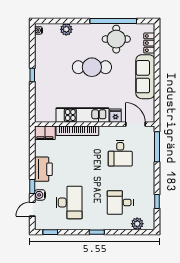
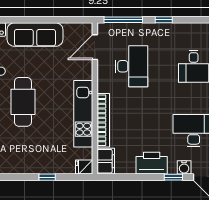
window: (32, 75) -> (47, 177), moved
fridge: (116, 116) -> (84, 167), moved
desk: (120, 153) -> (132, 66), width x1.37
window: (157, 201) -> (164, 20), moved

